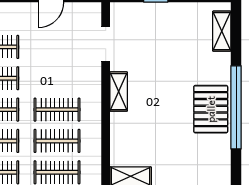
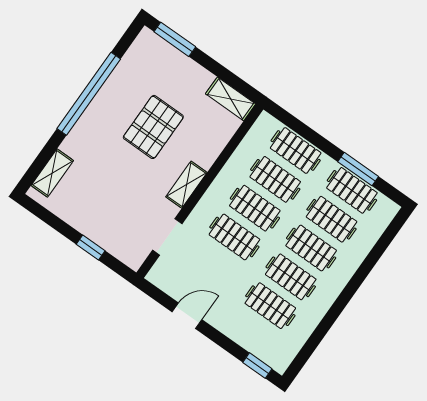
clothes rail: (57, 78) -> (234, 237), added
pallet: (211, 109) -> (153, 127), moved

